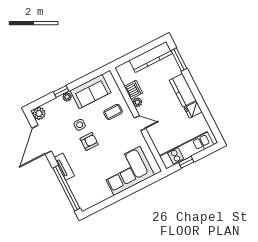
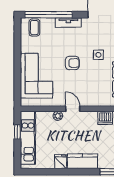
plant: (137, 102) -> (58, 116), moved
coffee table: (113, 112) -> (34, 27), moved
door: (140, 123) -> (73, 109), swing flipped
armchair: (89, 141) -> (72, 63), moved, turned -90

